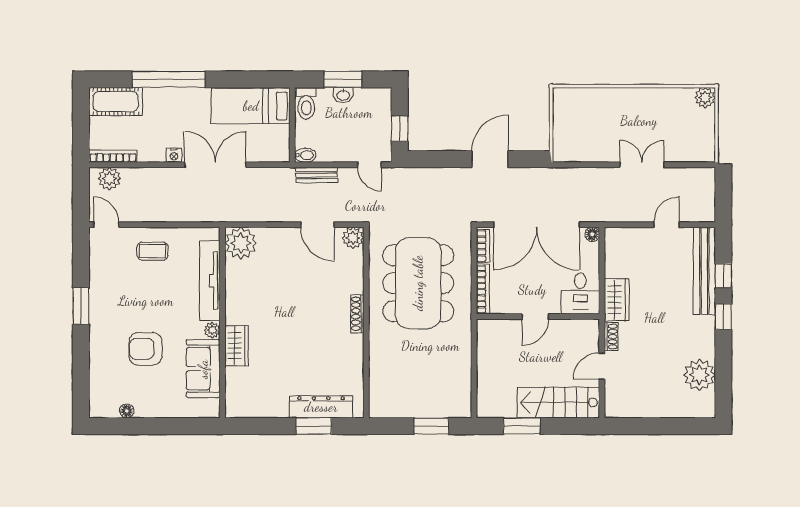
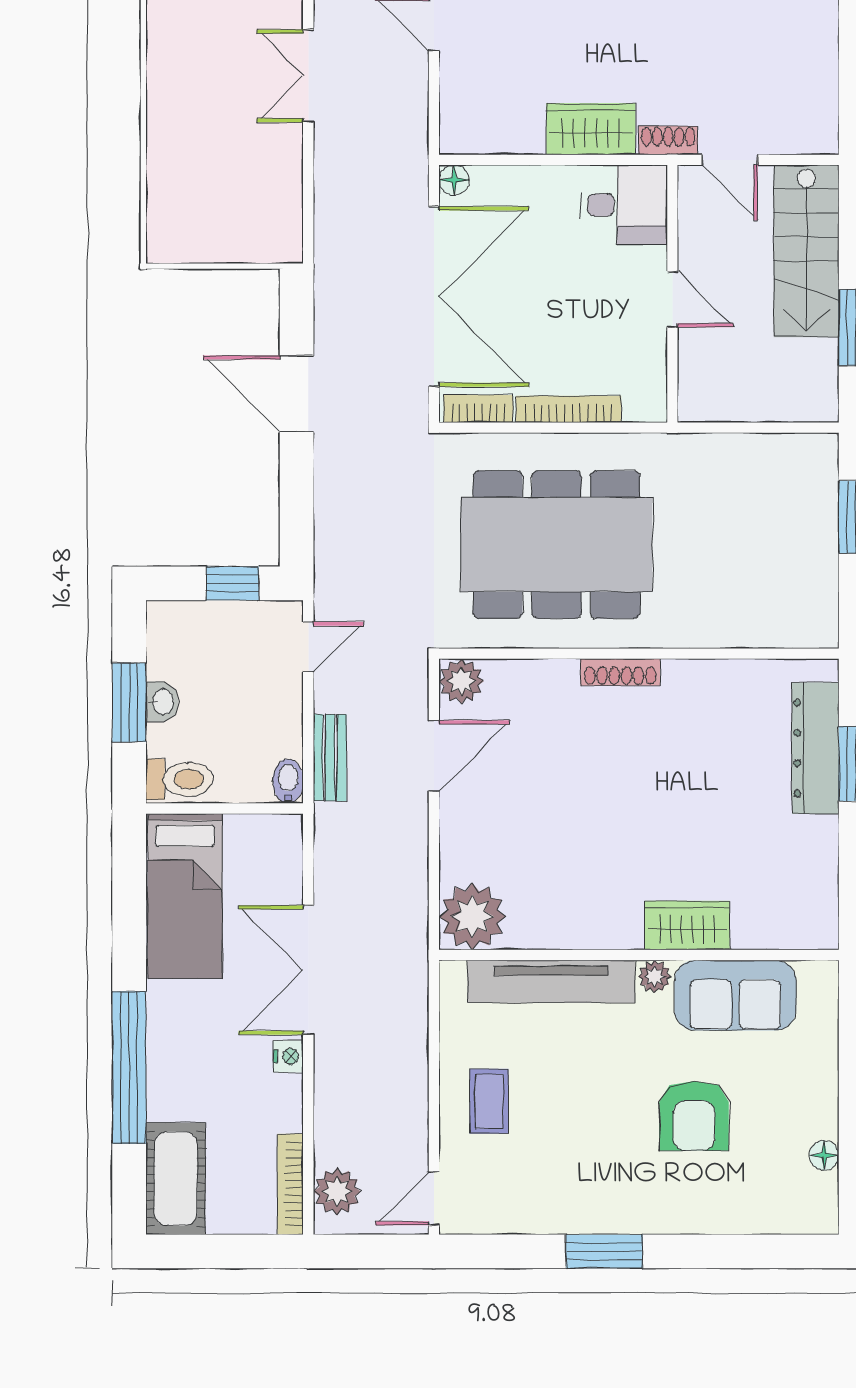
desk: (580, 294) -> (624, 205), moved
door: (535, 317) -> (672, 299), moved
wall: (538, 317) -> (672, 294), moved

